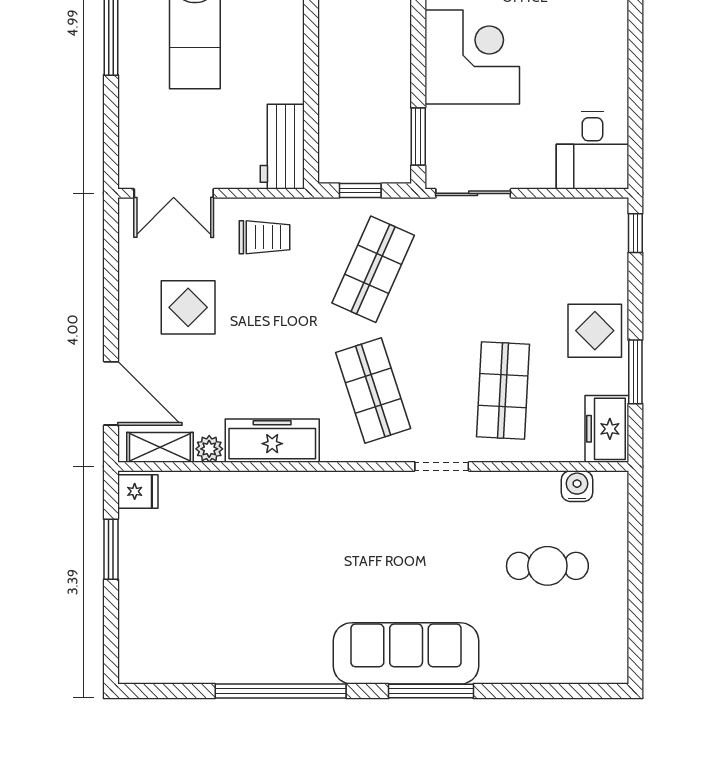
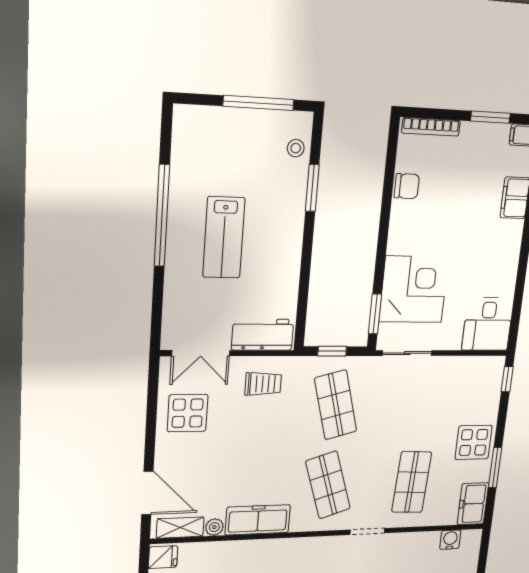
corner desk: (472, 57) -> (414, 289), moved
workbench: (282, 147) -> (263, 335), moved, turned 90
shop shelf: (373, 269) -> (336, 405), turned -39
display table: (188, 307) -> (188, 413), moved

